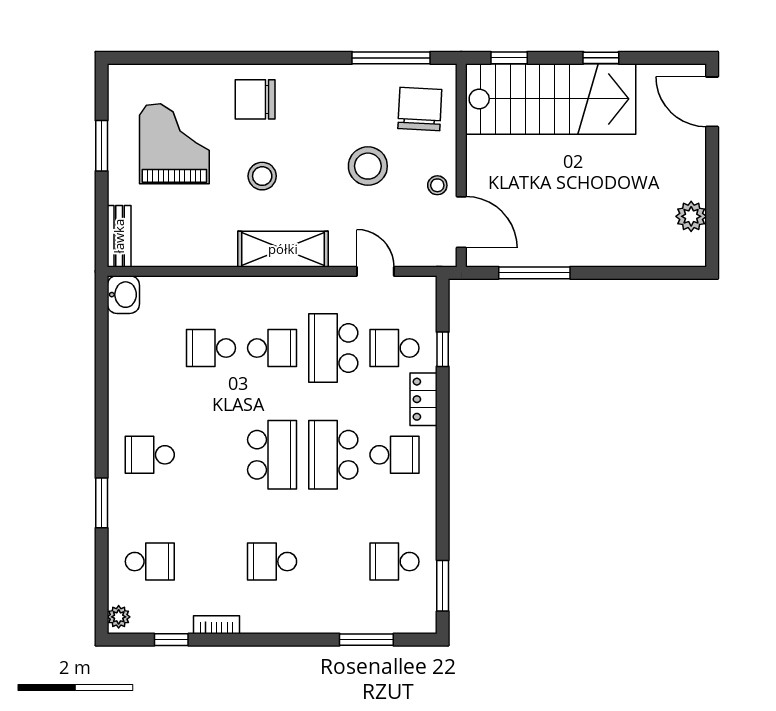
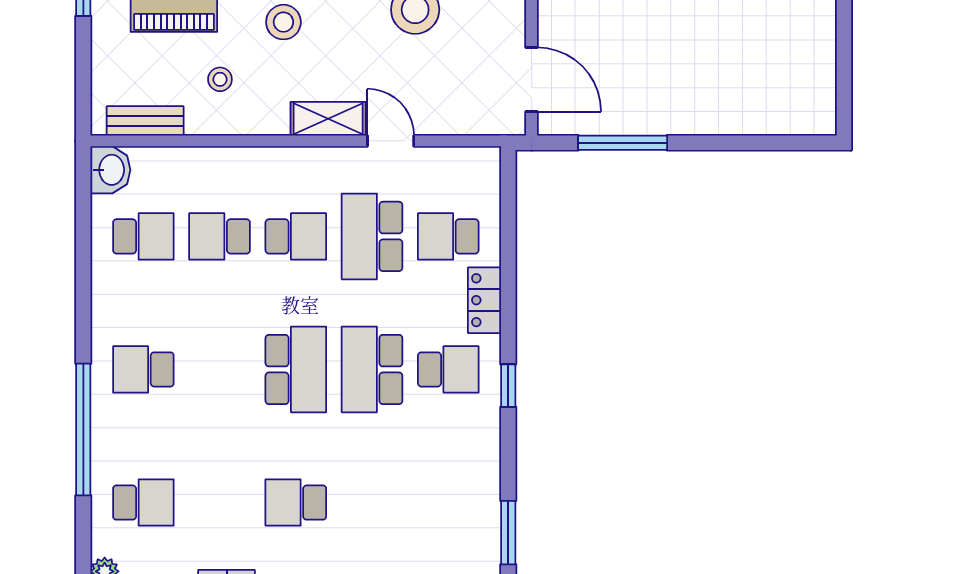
stool: (437, 185) -> (220, 79), moved
plant: (691, 216) -> (818, 72), removed
bench: (119, 236) -> (145, 121), moved, turned 90
shelving: (283, 249) -> (328, 119), width x0.67, depth x0.75
door: (375, 271) -> (391, 141), moved
window: (443, 349) -> (508, 386), moved
window: (102, 503) -> (83, 429), width x2.11
school desk: (394, 562) -> (143, 236), moved, turned 180

